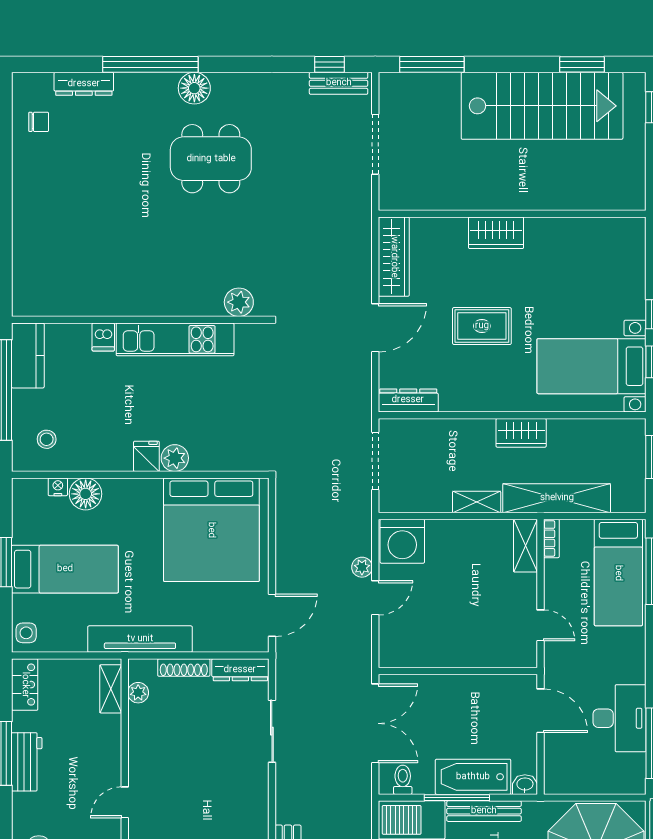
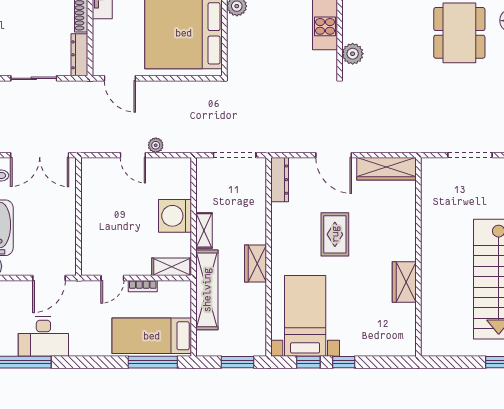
wardrobe: (496, 233) -> (404, 282), moved
bookcase: (551, 538) -> (143, 286), moved
washing machine: (402, 541) -> (175, 216), moved

